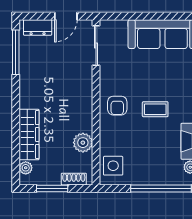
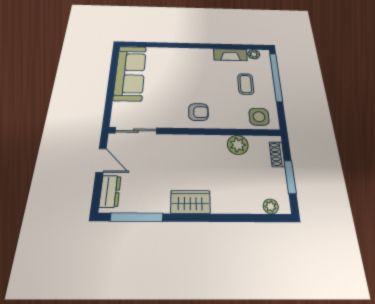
coffee table: (155, 109) -> (246, 84), moved
wardrobe: (29, 135) -> (190, 202), moved, width x0.67

